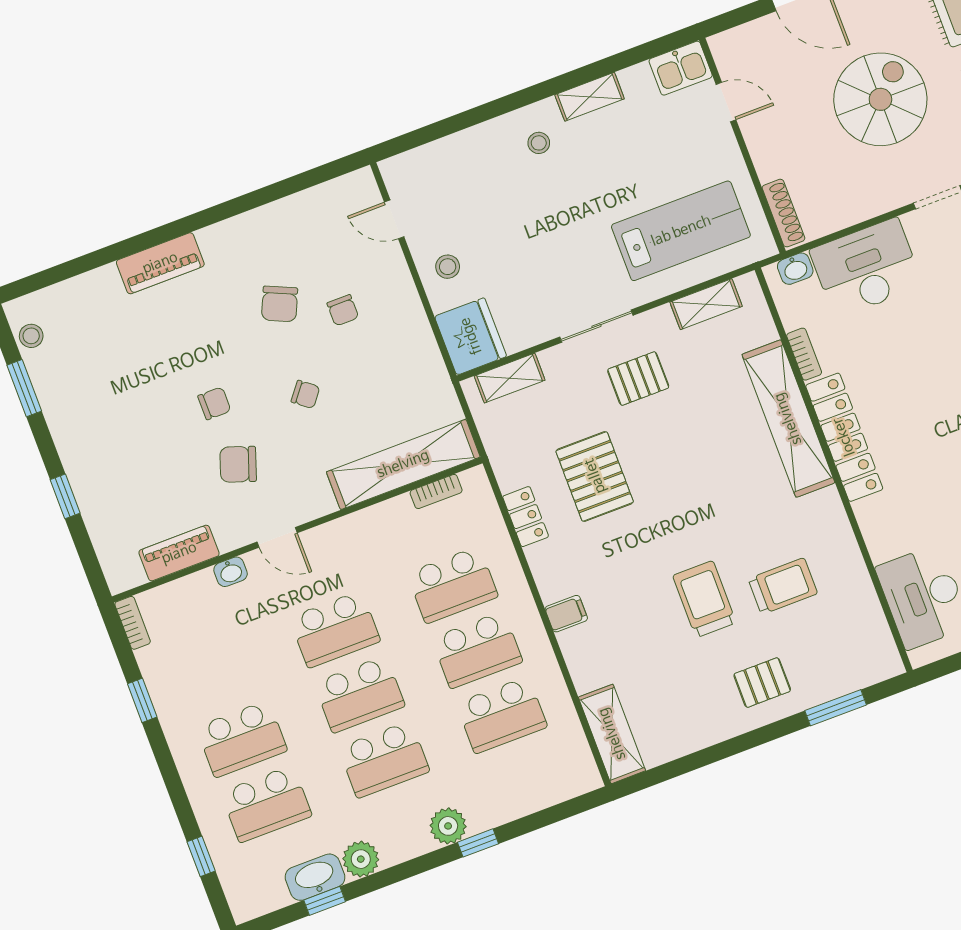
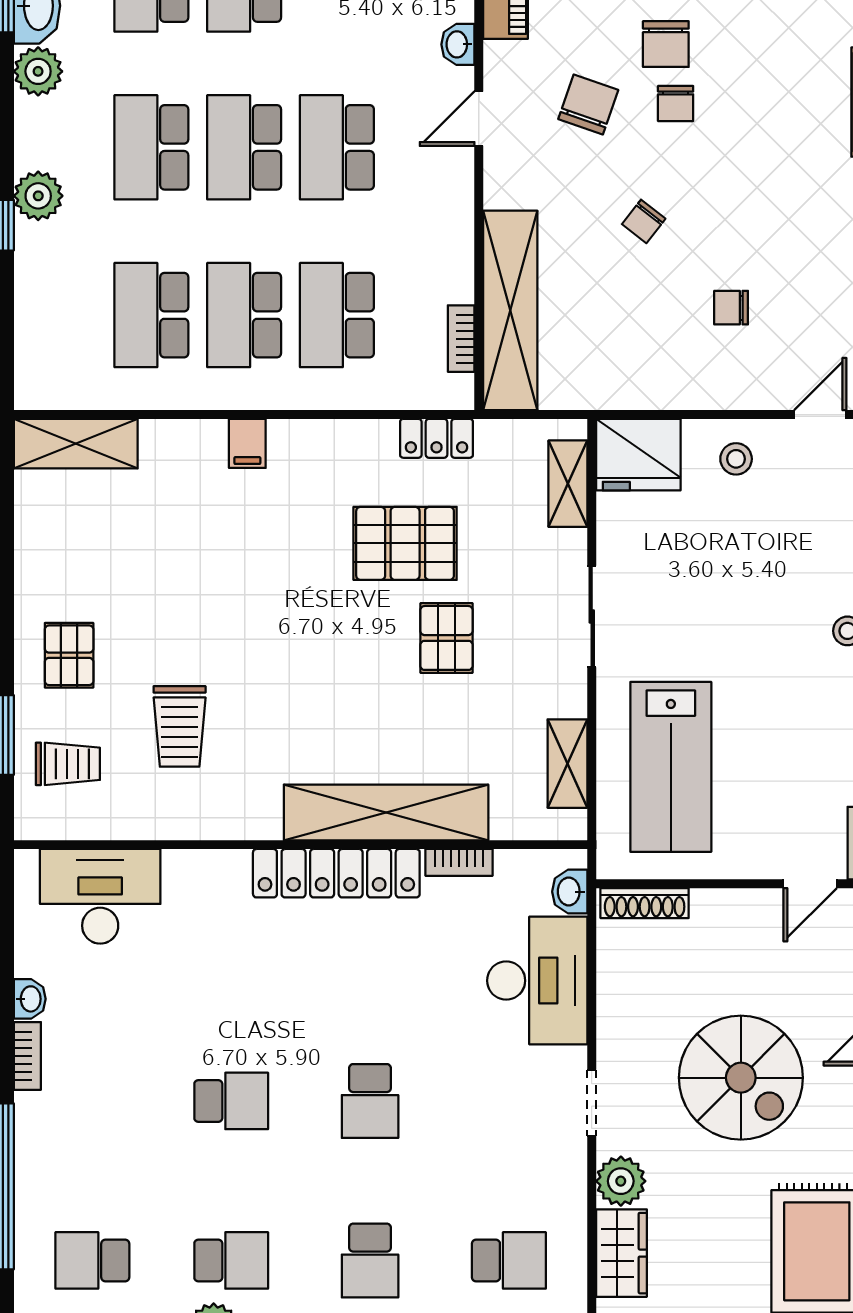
chair: (280, 304) -> (666, 44), moved, turned -114
pallet: (638, 379) -> (446, 638), moved
locker: (526, 517) -> (437, 438), moved
trolley: (704, 599) -> (68, 764), moved, width x0.73, depth x0.72

